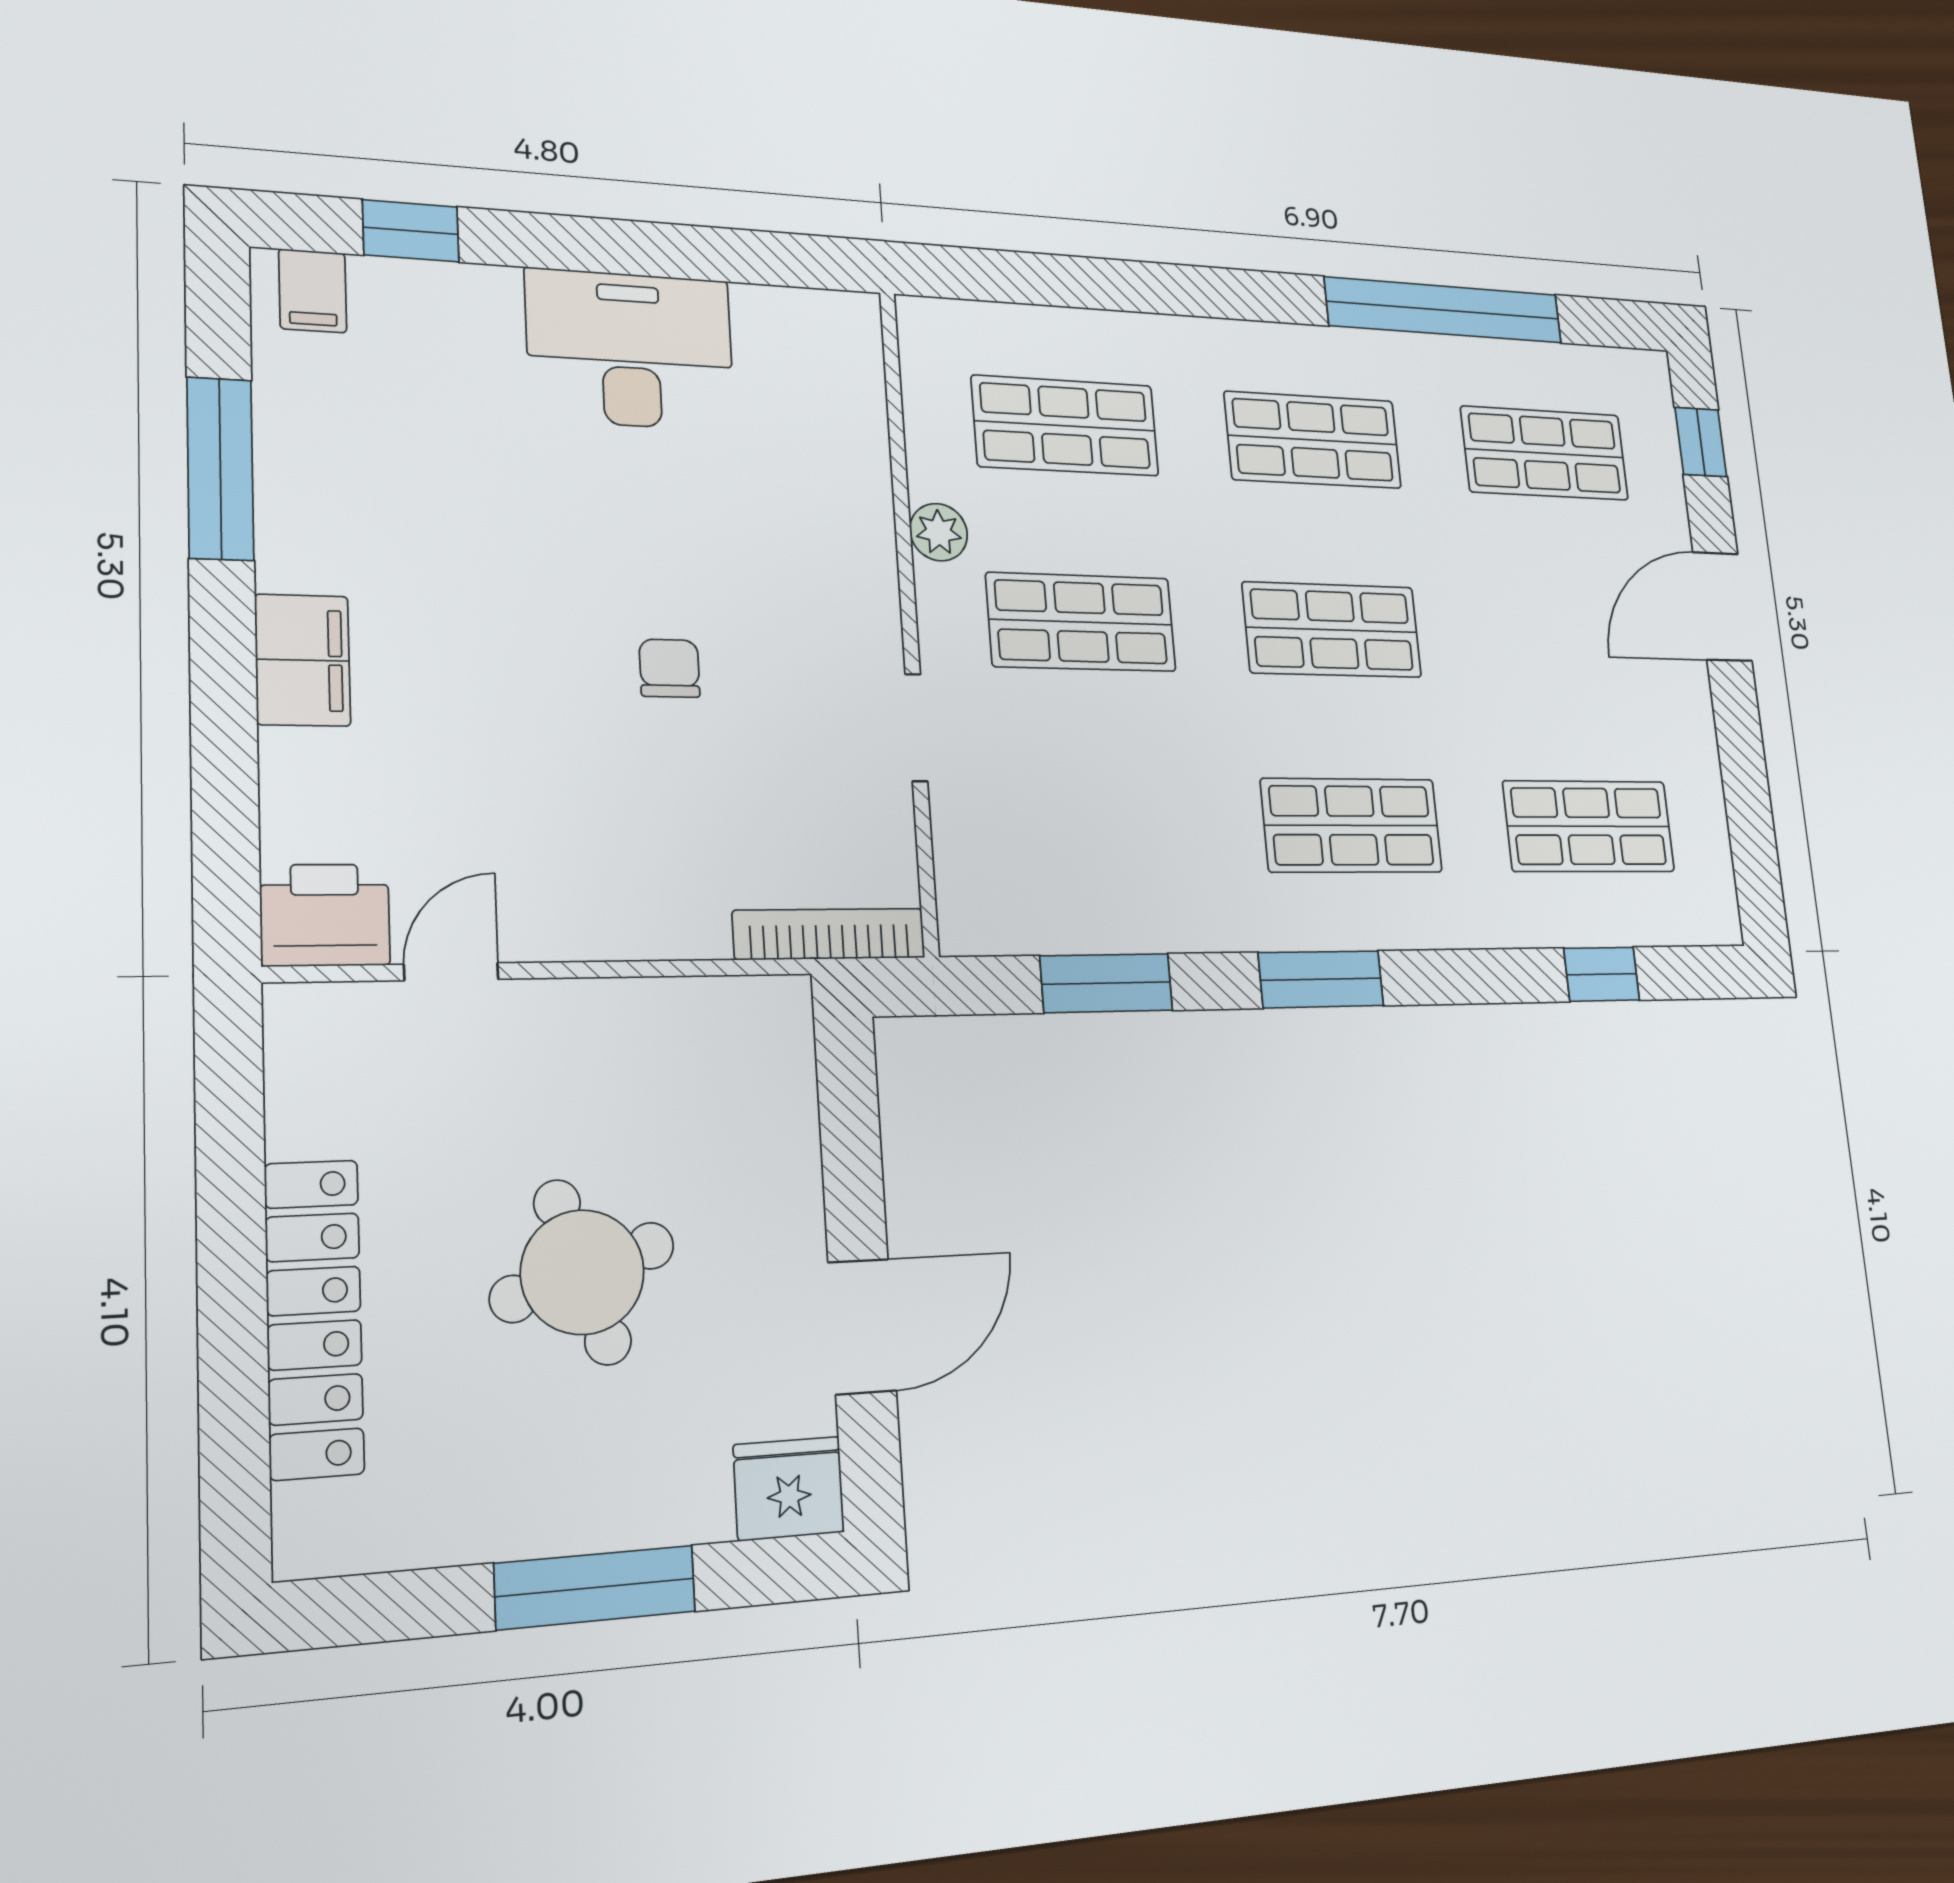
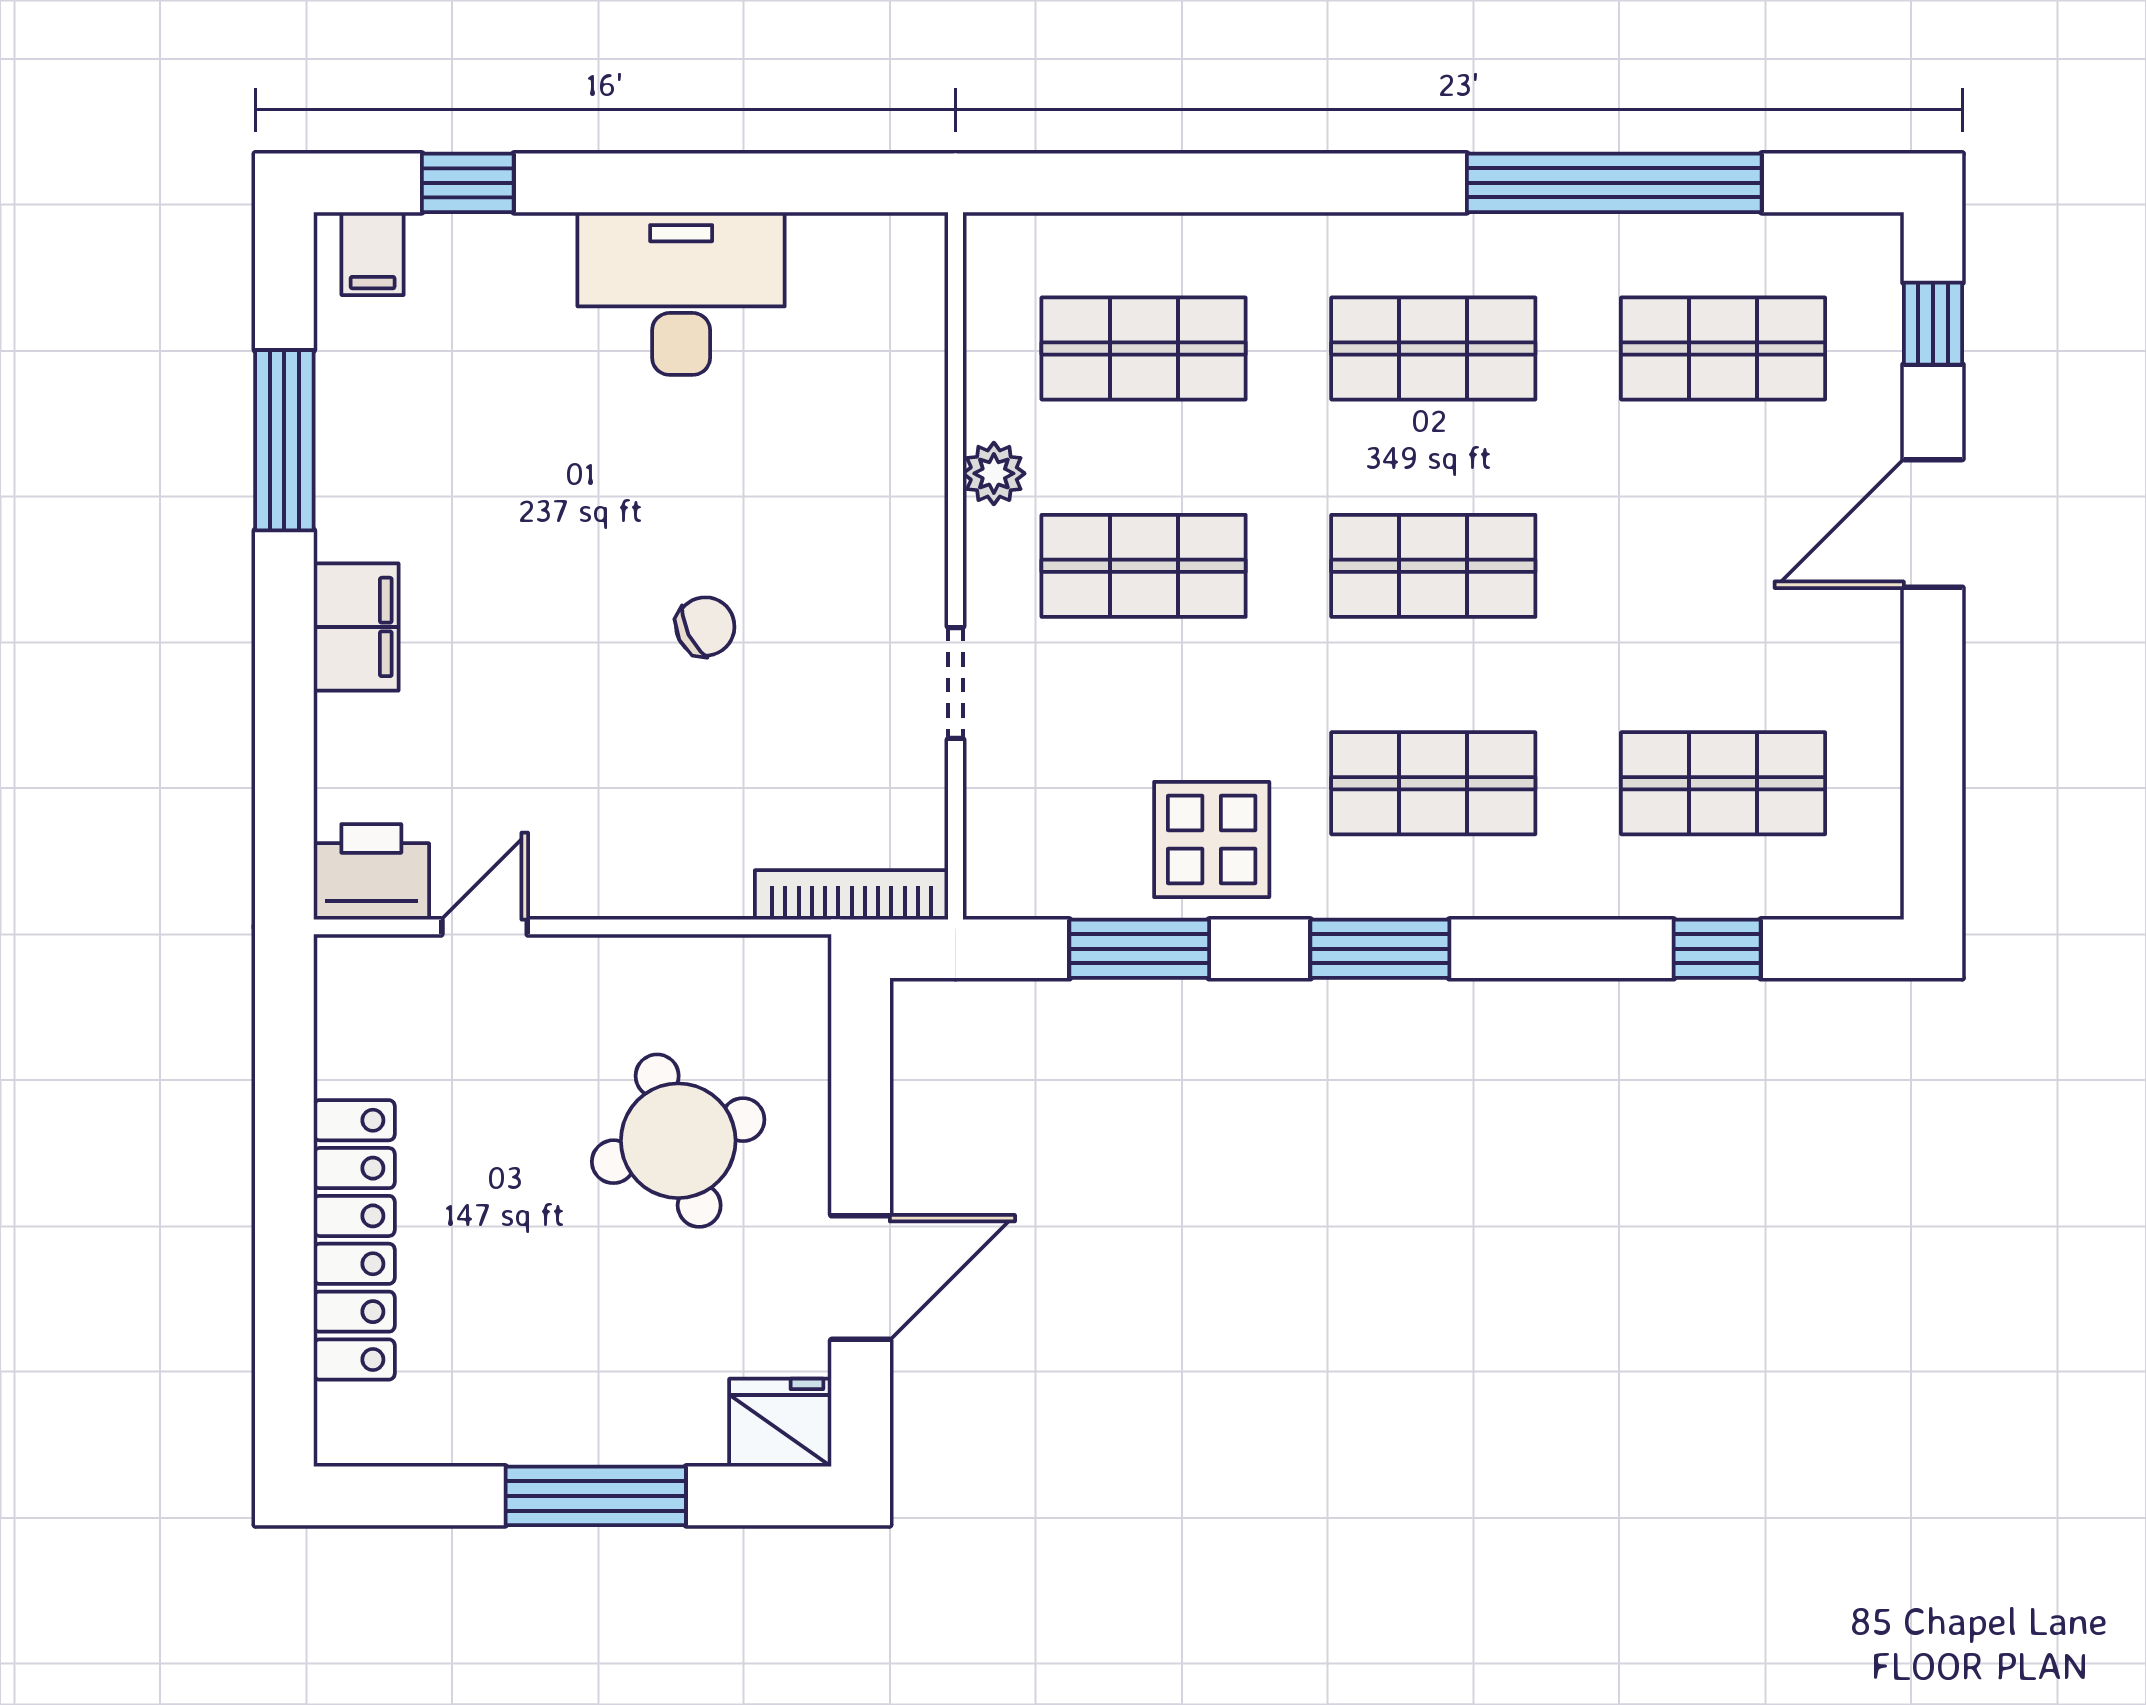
chair: (669, 668) -> (705, 626), turned 64
display table: (1164, 878) -> (1212, 839), added
round table: (582, 1272) -> (678, 1141), moved

